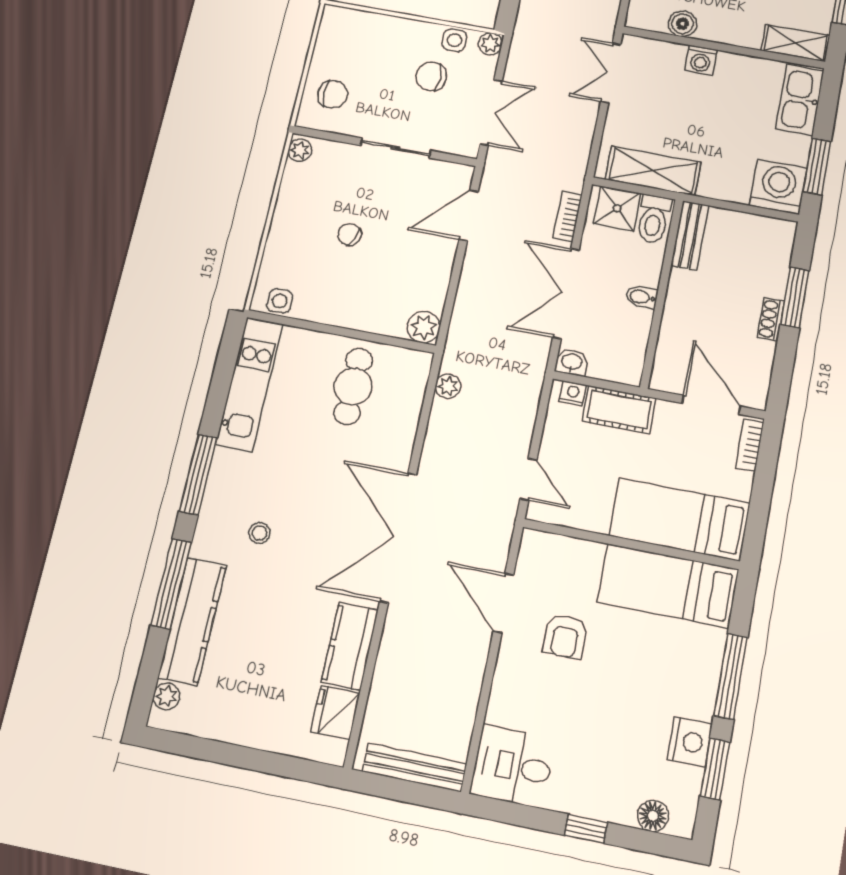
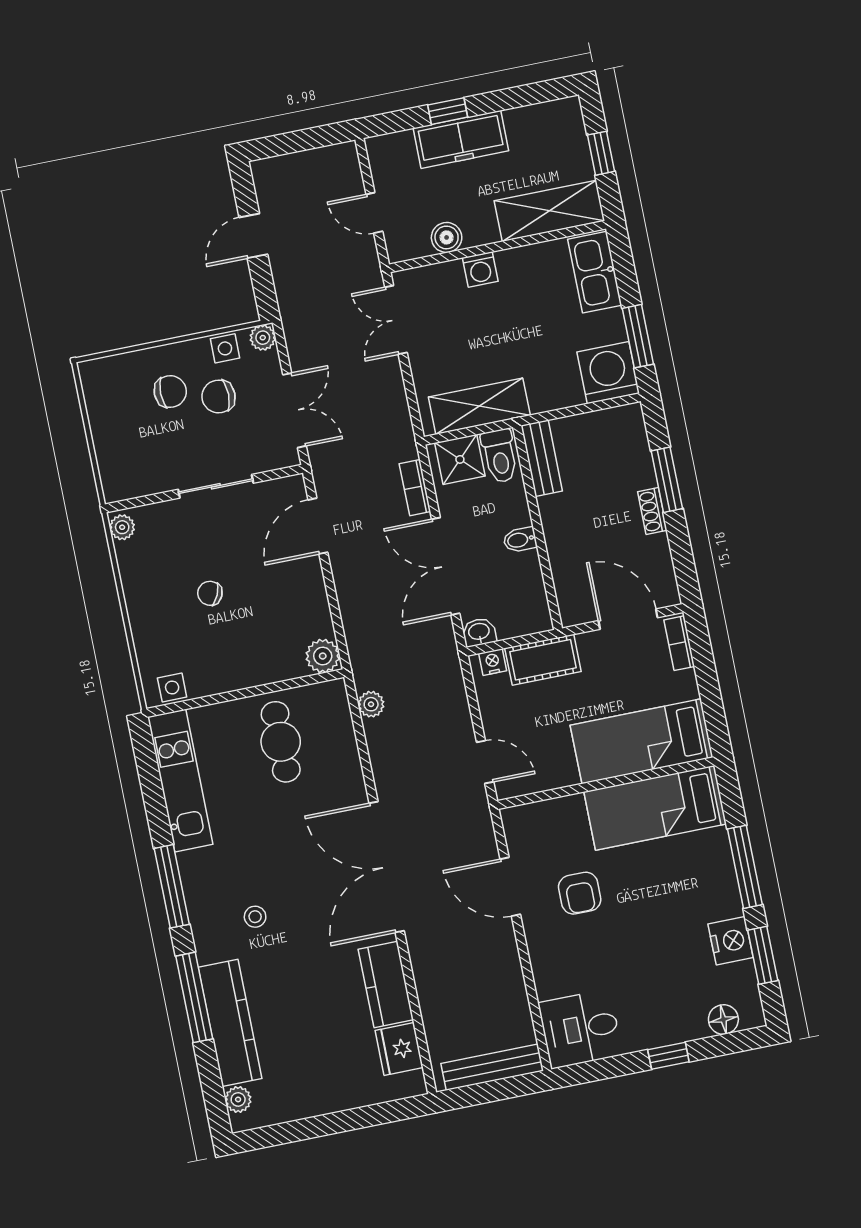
shelving: (796, 43) -> (549, 211), width x1.50, depth x1.33
chair: (333, 95) -> (170, 392), moved

